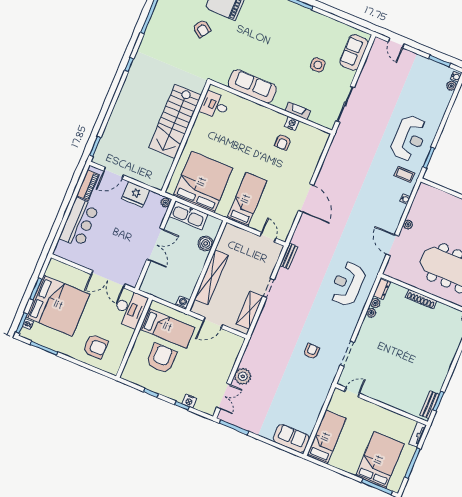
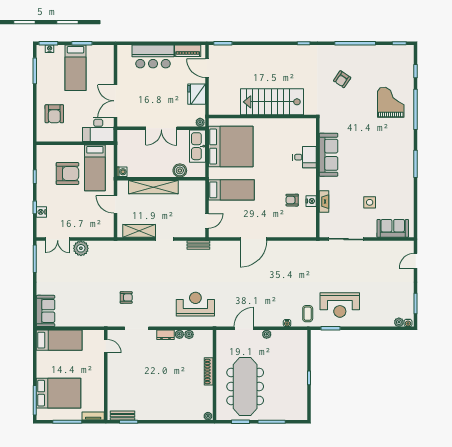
armchair: (202, 29) -> (342, 79), moved
desk: (215, 105) -> (304, 157), moved, turned 90
dresser: (382, 289) -> (166, 335), moved
bed: (58, 306) -> (76, 68), width x0.49

